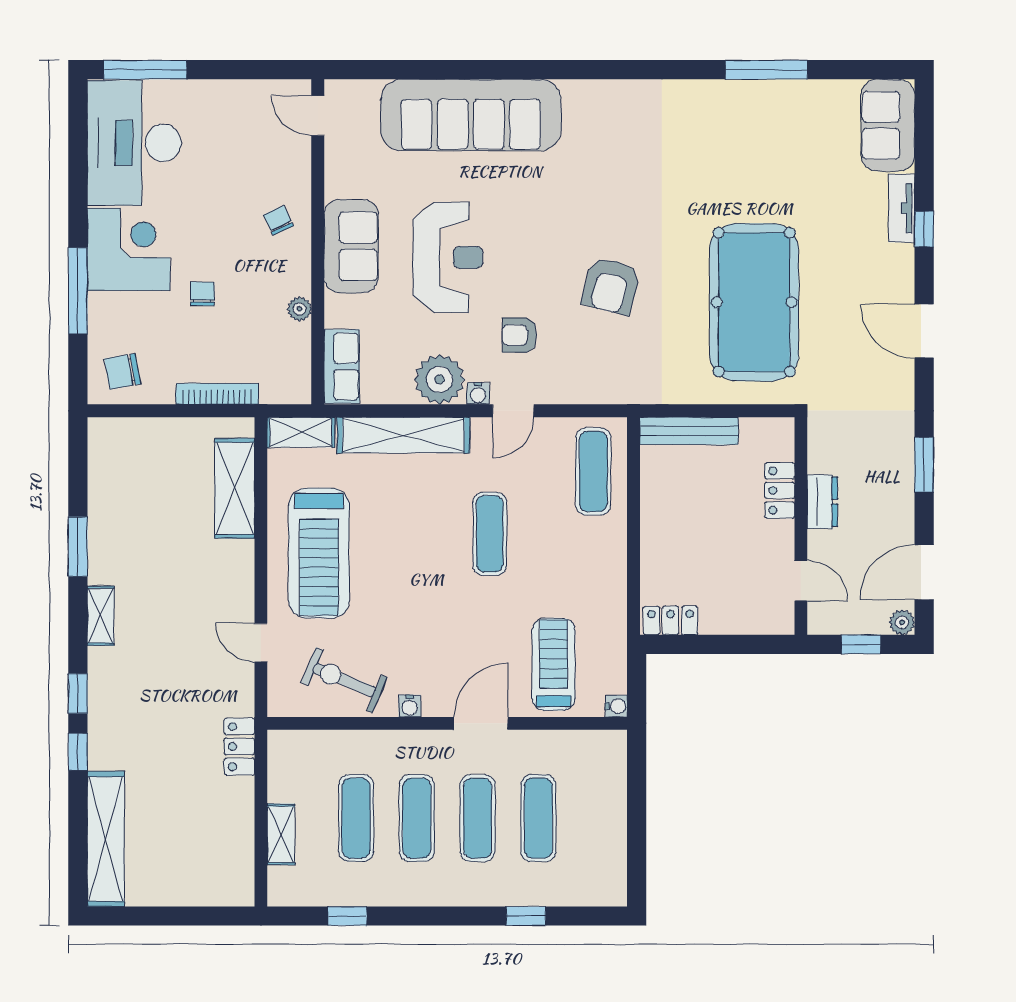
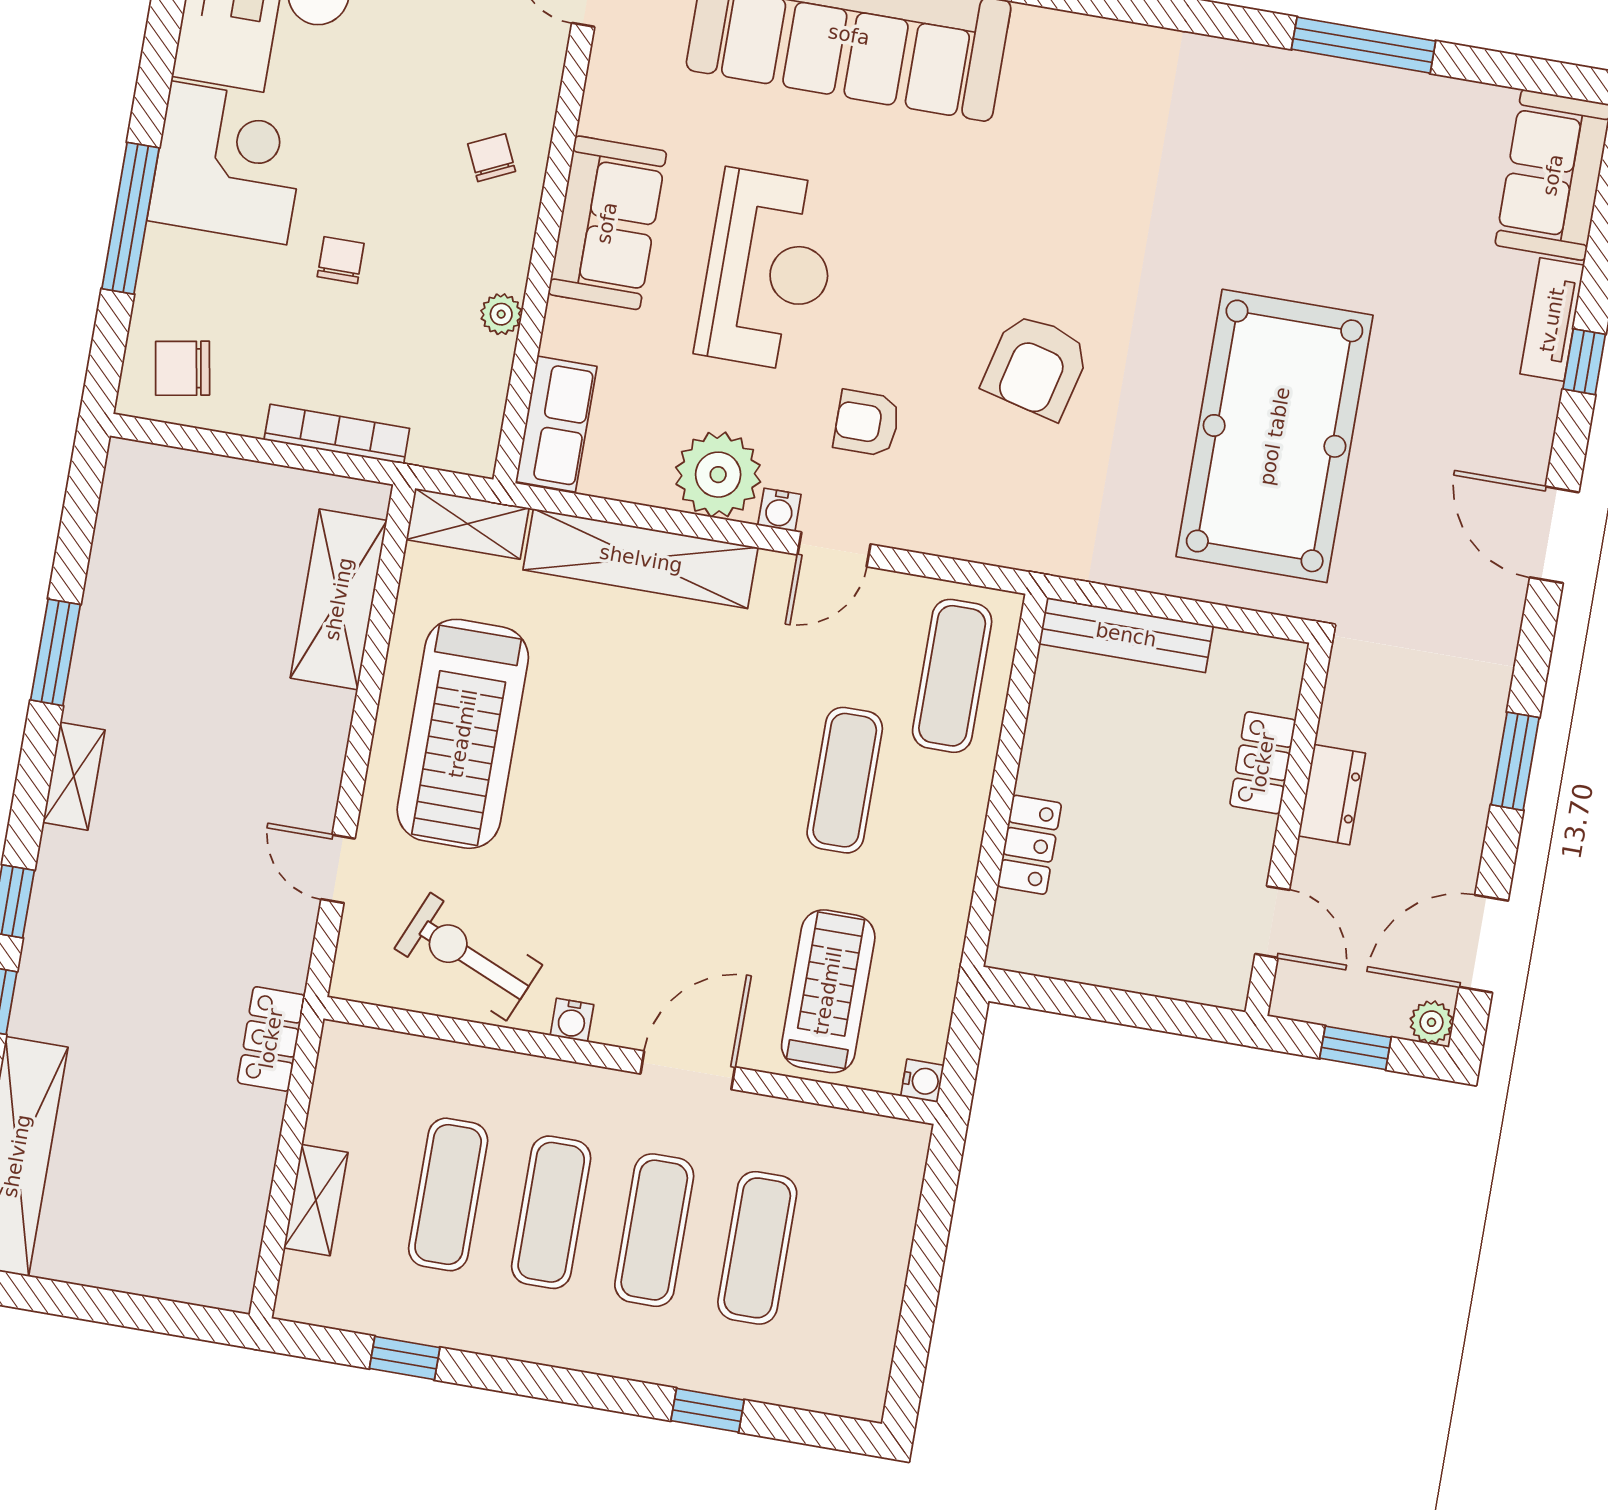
exercise mat: (490, 534) -> (845, 780), moved
locker: (671, 621) -> (1029, 845), moved, turned 90

